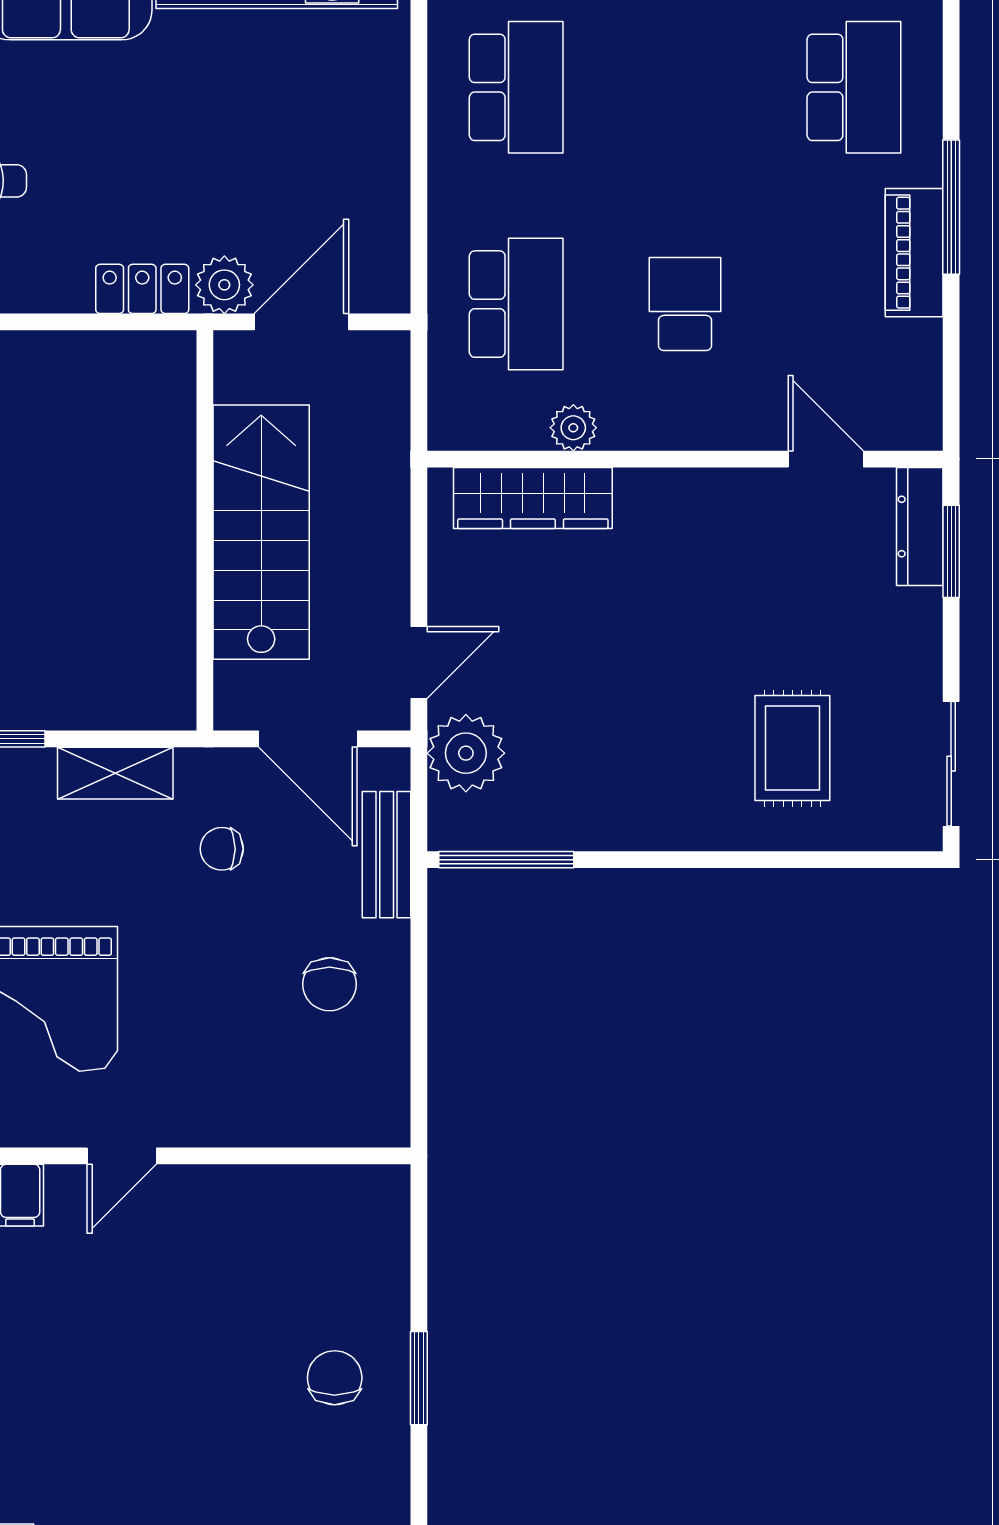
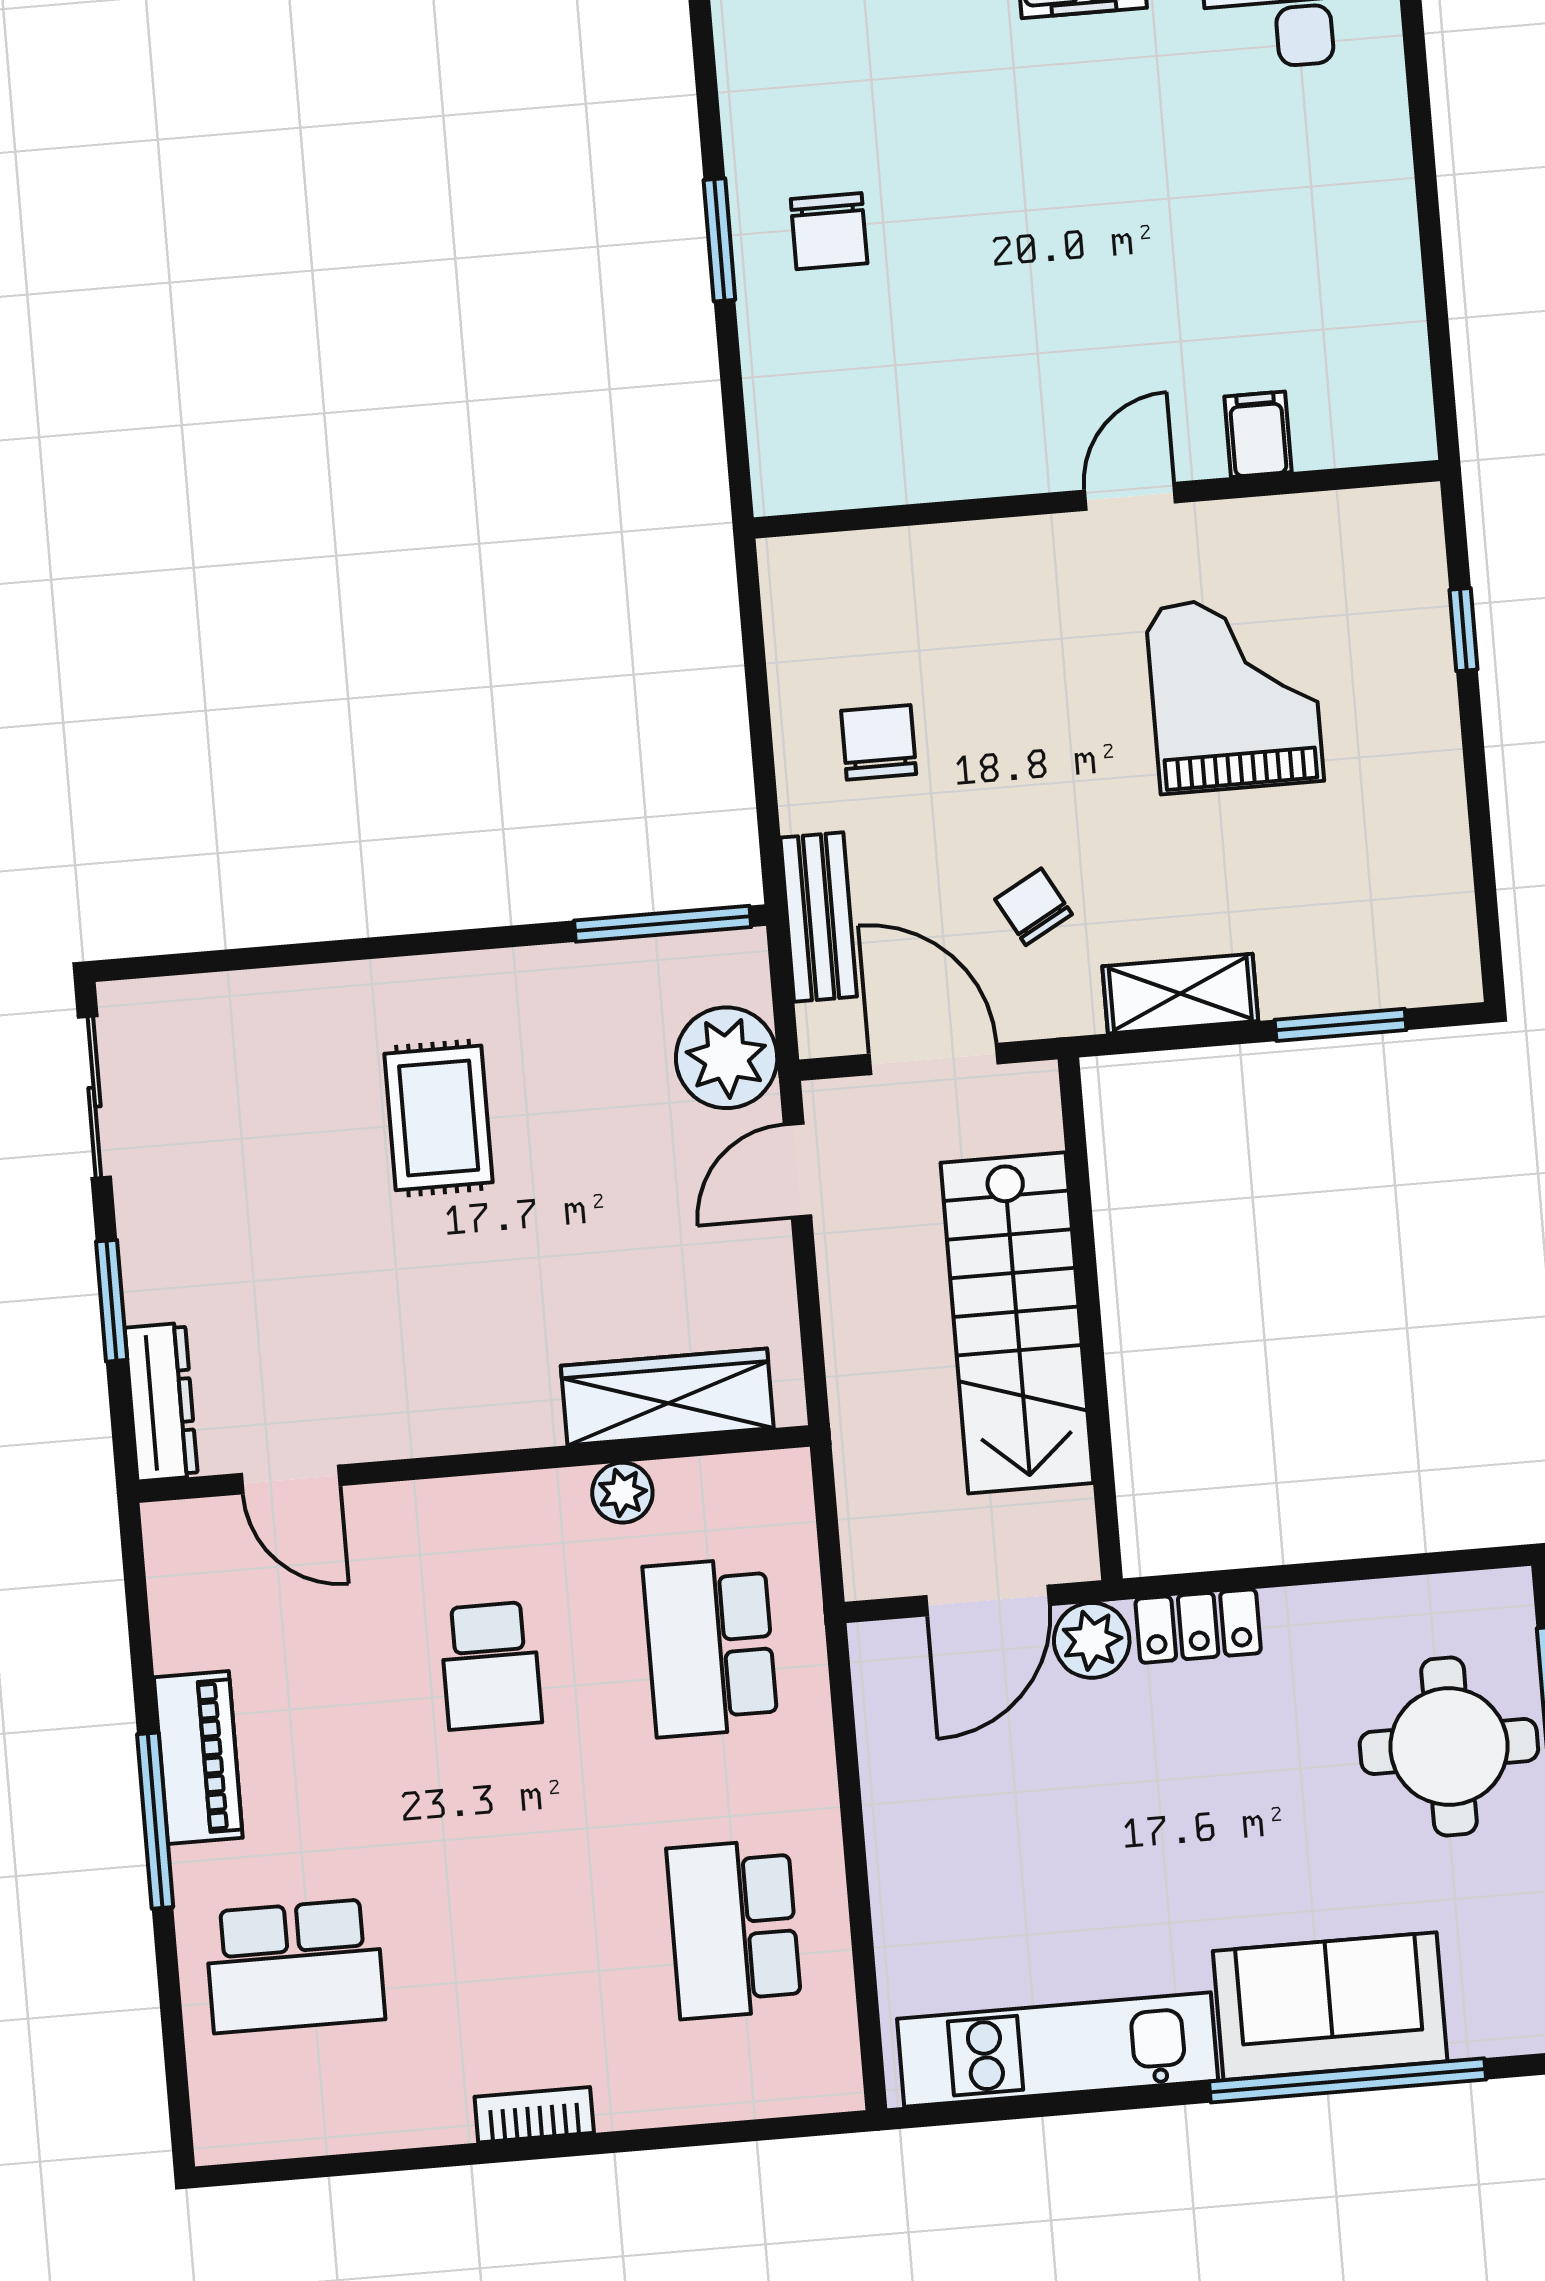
school desk: (854, 87) -> (295, 1966), turned -90
window: (951, 551) -> (112, 1301), moved
rug: (792, 748) -> (439, 1118), moved
chair: (222, 849) -> (1034, 907), turned -119

